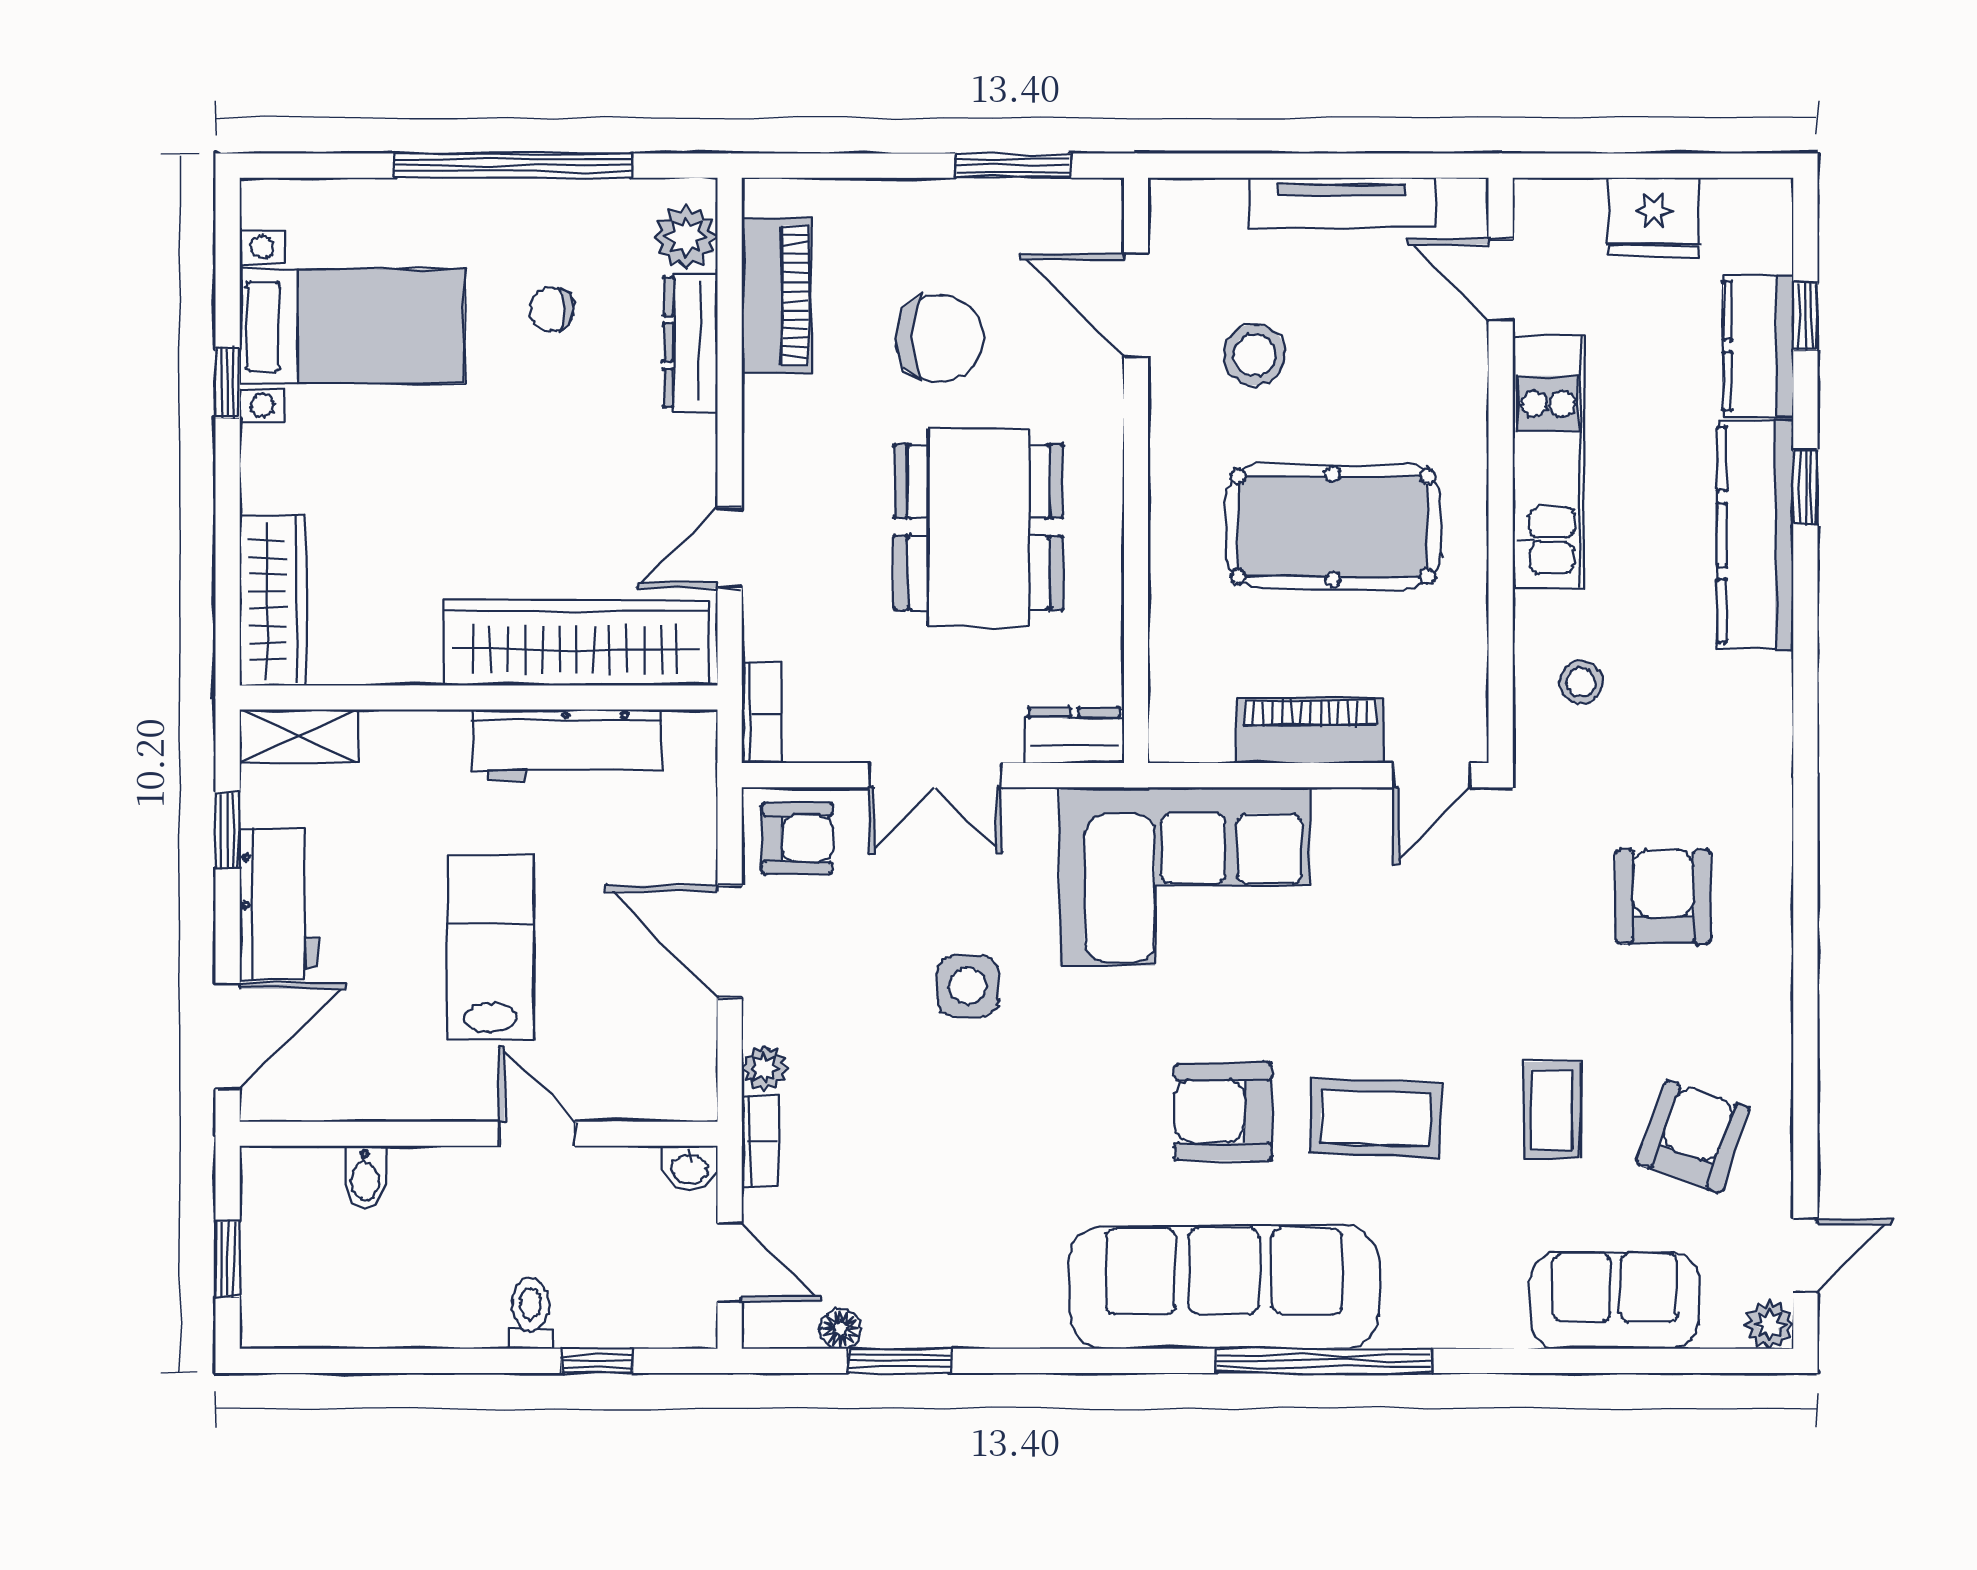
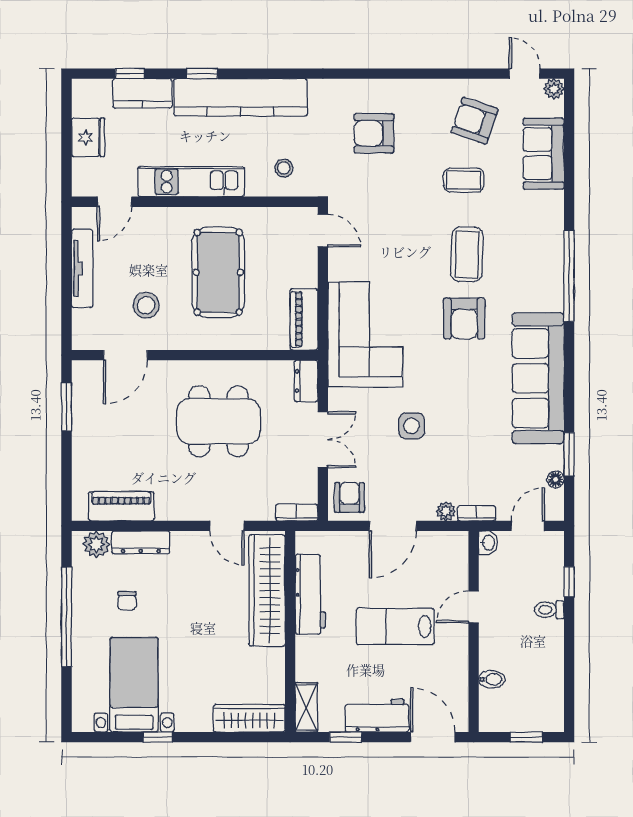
chair: (940, 338) -> (139, 438), removed
kitchen counter: (1755, 535) -> (241, 97), width x1.39, depth x1.17
piano: (1310, 730) -> (304, 319), moved
sofa: (1224, 1287) -> (538, 378), moved

